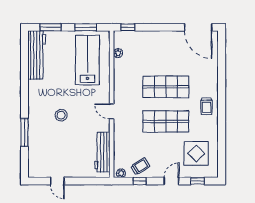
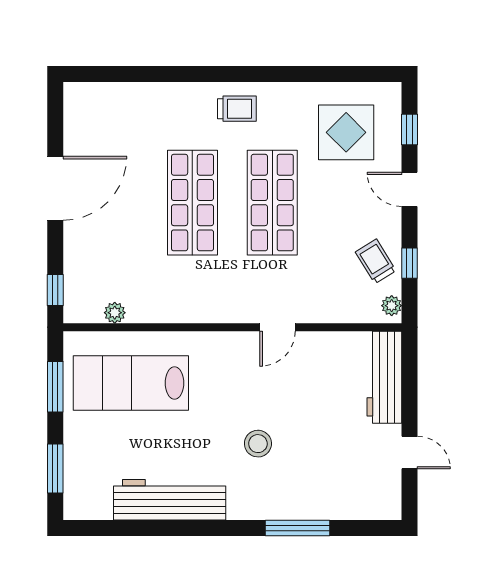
door: (198, 27) -> (55, 188), moved
workbench: (37, 55) -> (170, 500), moved
door: (112, 111) -> (277, 327), moved
workbench: (102, 152) -> (384, 377), moved, turned 90
door: (57, 181) -> (410, 453), hinge flipped

